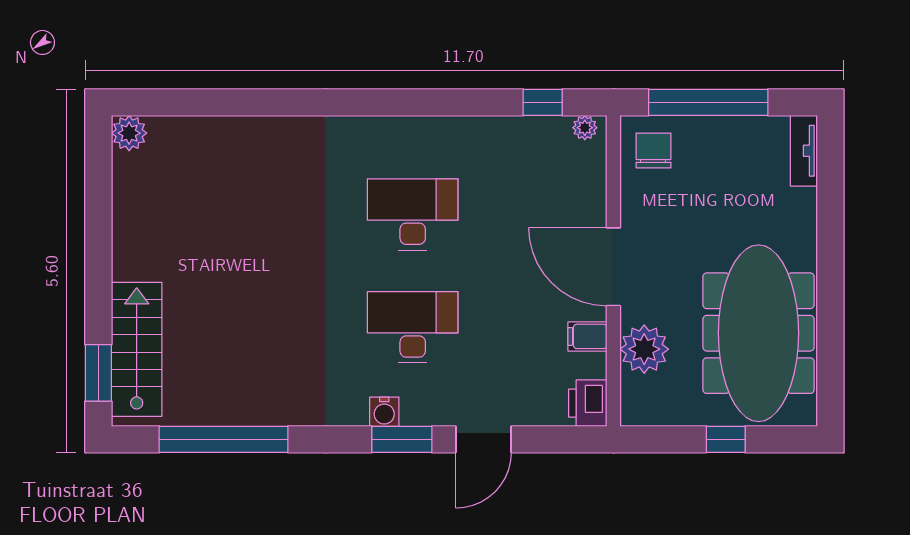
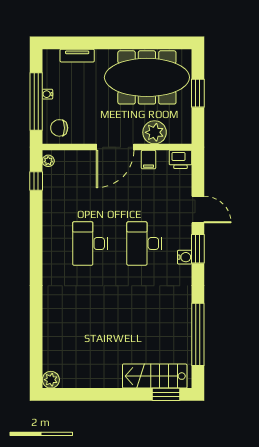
water cooler: (724, 126) -> (47, 94), added
tv unit: (804, 151) -> (77, 56), moved
window: (726, 439) -> (198, 93), width x1.50

